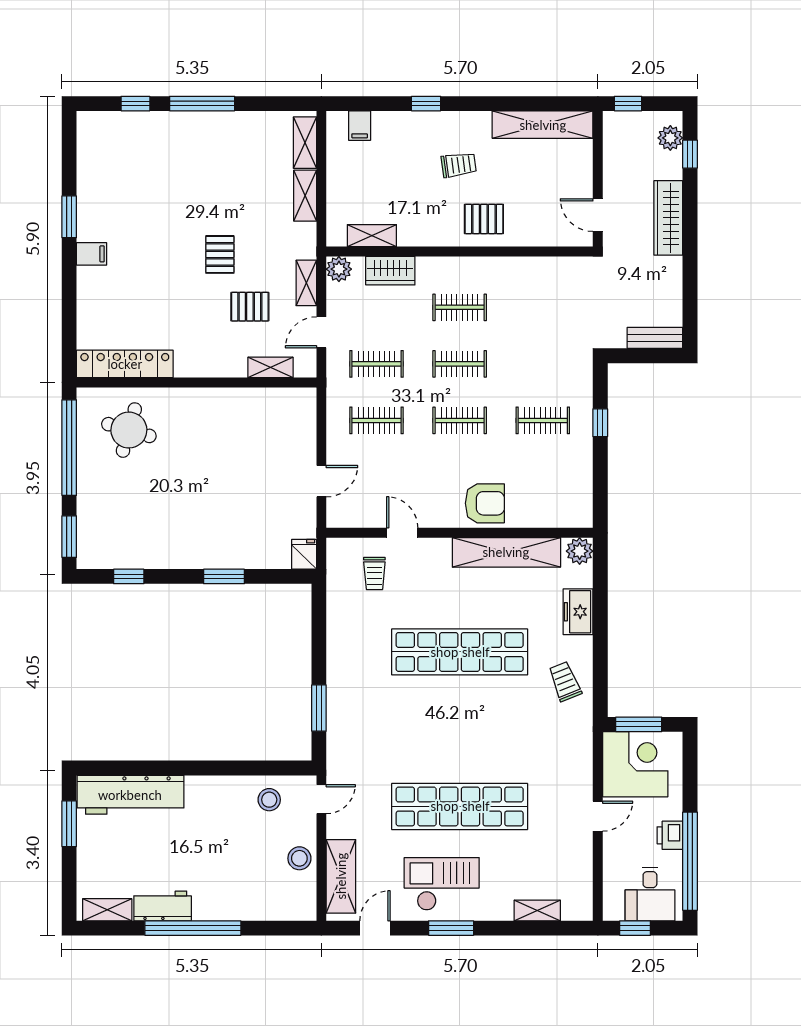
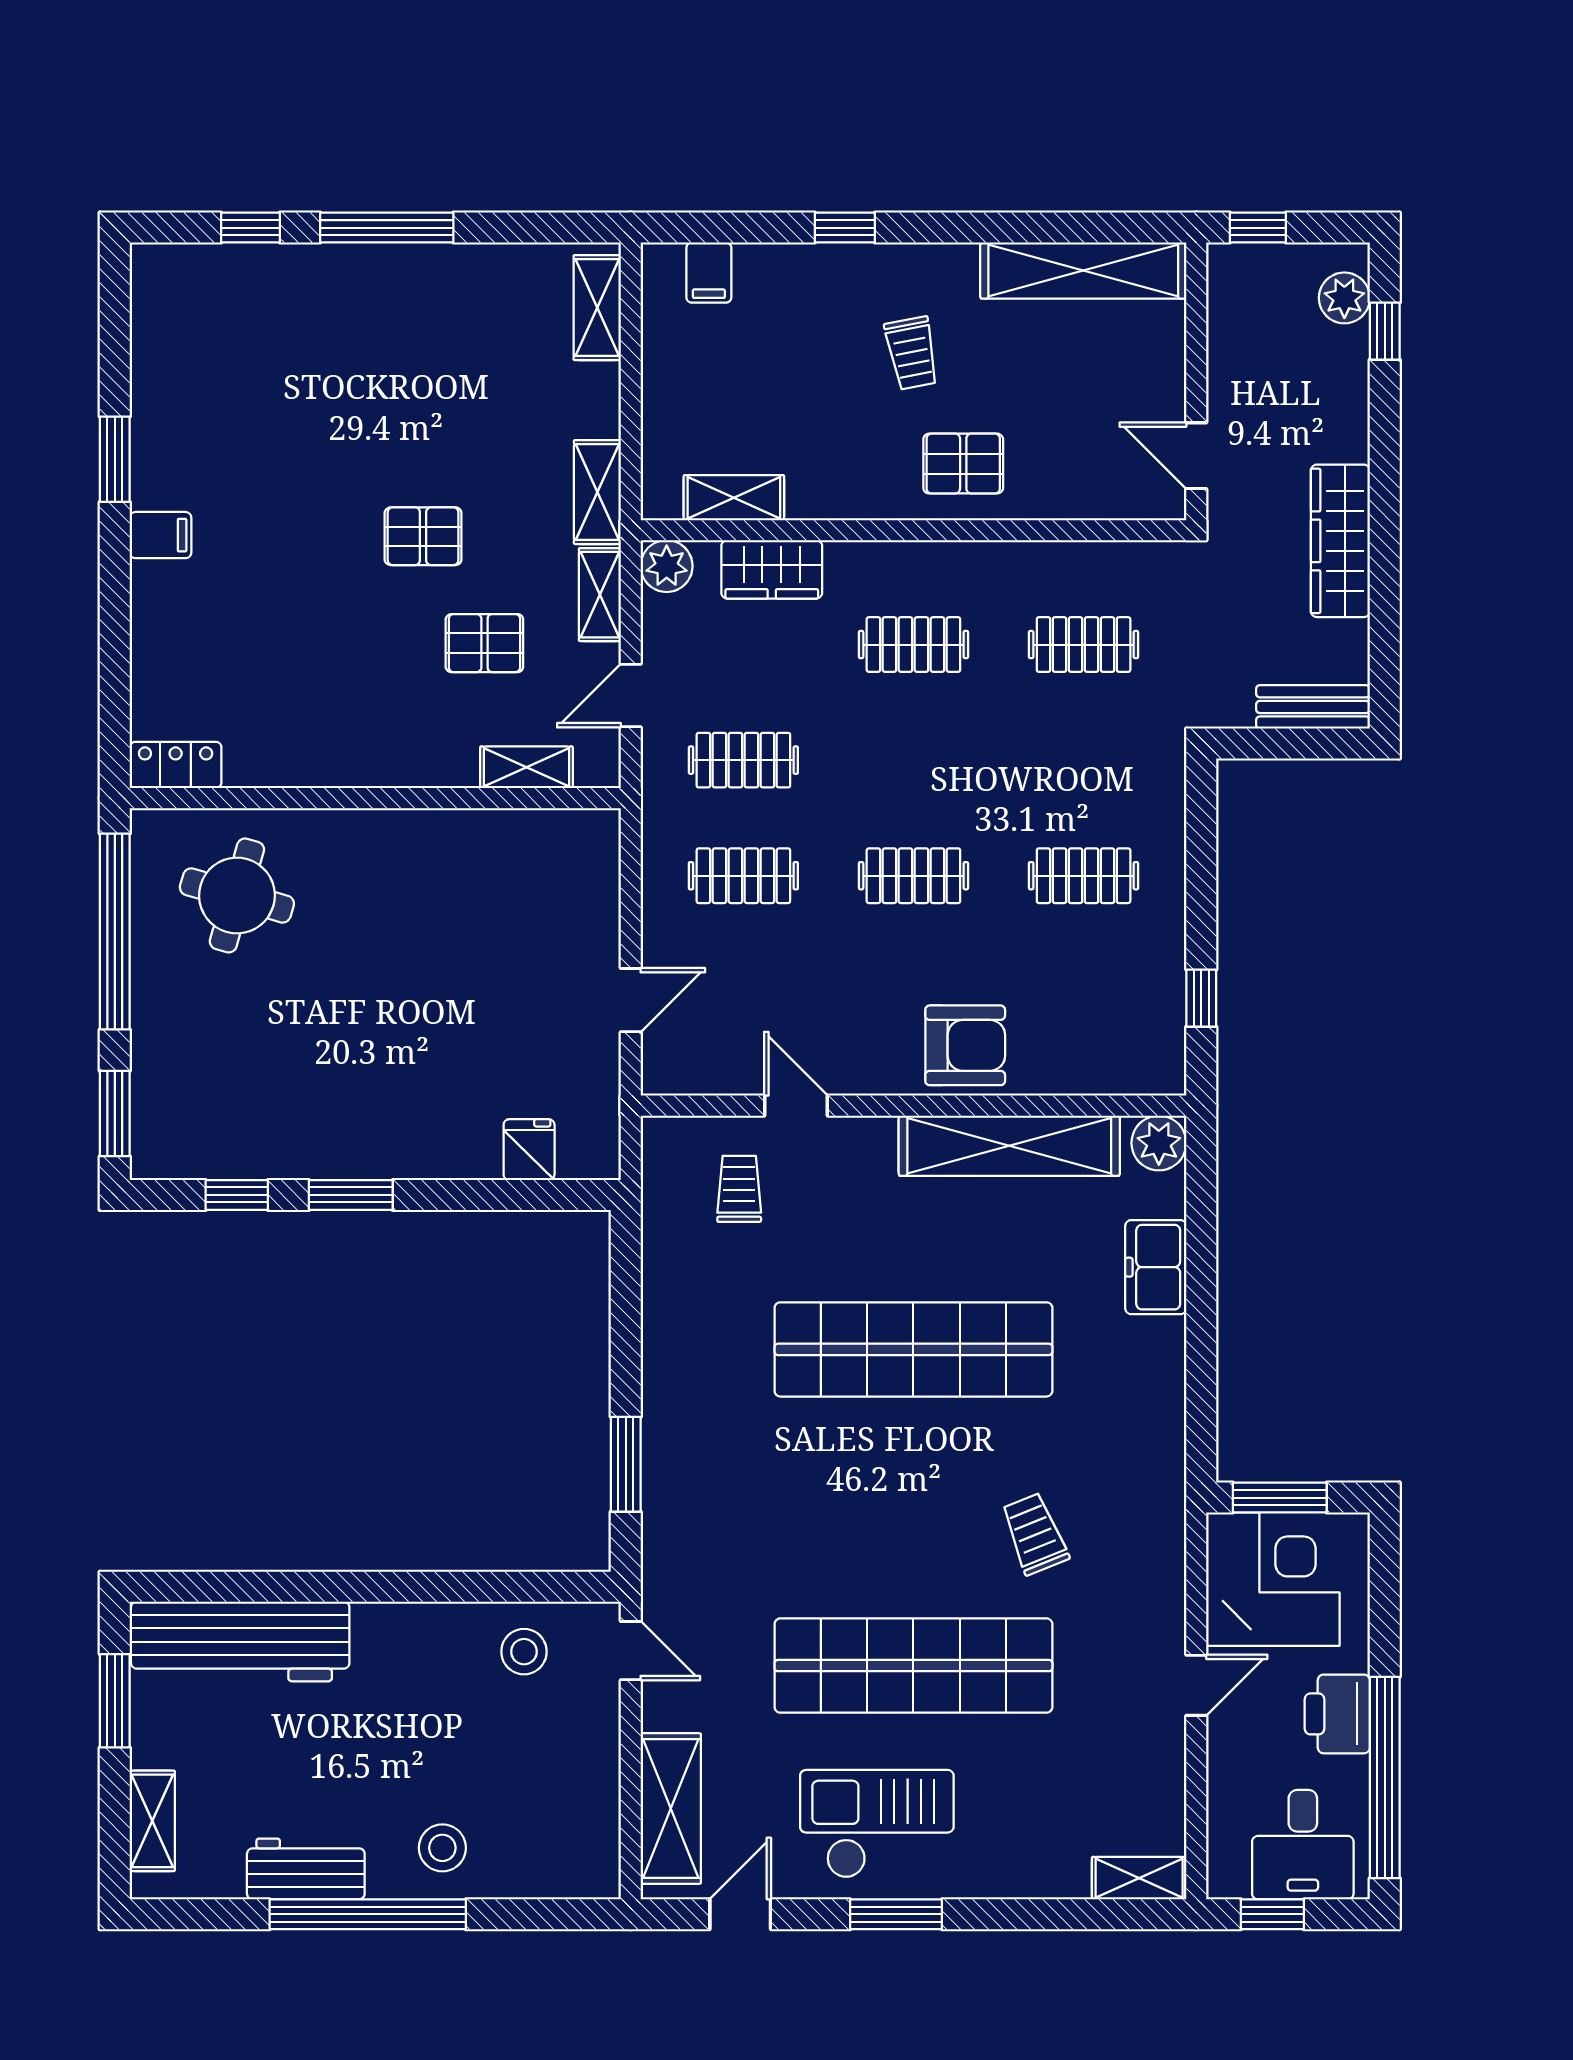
trolley: (459, 165) -> (912, 353), turned 87
shelving: (305, 196) -> (597, 492), moved
wardrobe: (668, 218) -> (1340, 541), moved
pallet: (220, 254) -> (423, 536), turned 90
locker: (125, 364) -> (176, 765), width x0.46, depth x0.83
clothes rail: (460, 364) -> (1084, 645), moved
window: (600, 423) -> (1201, 998), moved
fridge: (304, 554) -> (529, 1150), moved
trolley: (374, 573) -> (739, 1189), turned 180
window: (224, 576) -> (351, 1195), moved
trolley: (565, 682) -> (1035, 1534), moved
door: (321, 799) -> (631, 1651), hinge flipped
printer: (670, 835) -> (1337, 1714), width x1.36, depth x1.24
stool: (299, 858) -> (442, 1848), moved
shelving: (107, 910) -> (152, 1821), moved, turned 90
shelving: (537, 910) -> (1139, 1878), moved

